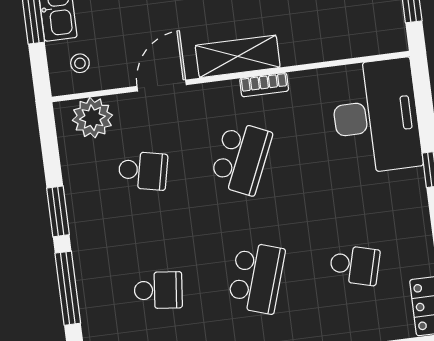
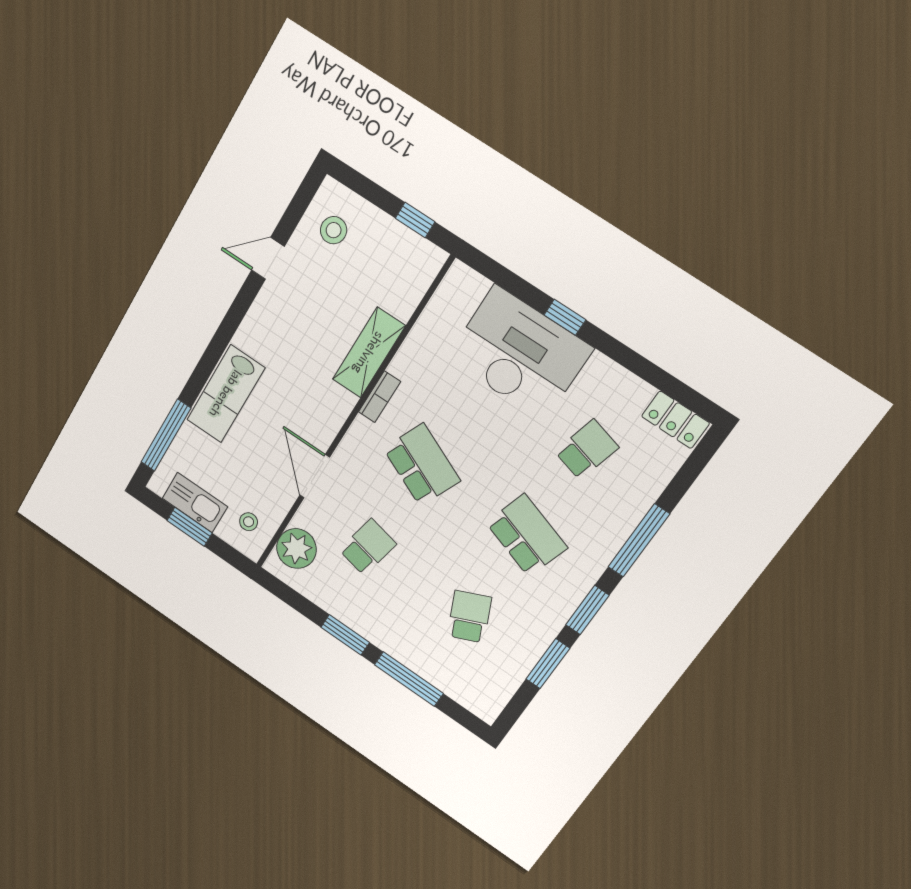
shelving: (238, 56) -> (369, 353), moved
desk: (376, 116) -> (519, 353), moved
school desk: (158, 290) -> (469, 617), turned -30

